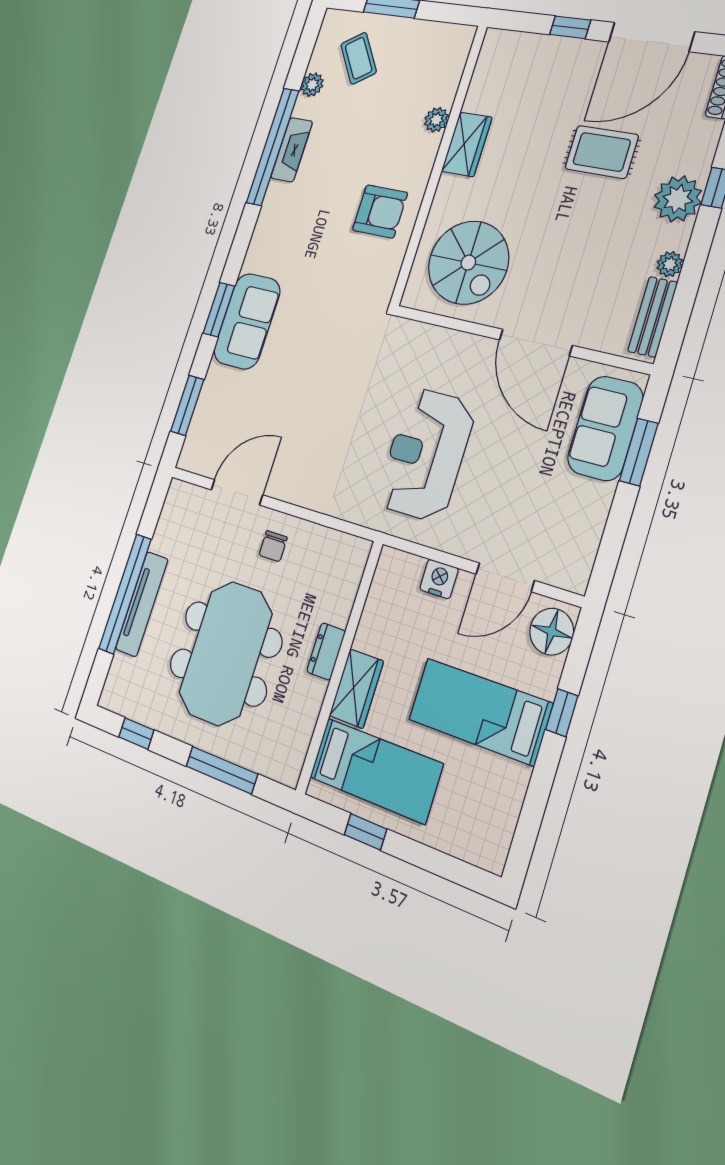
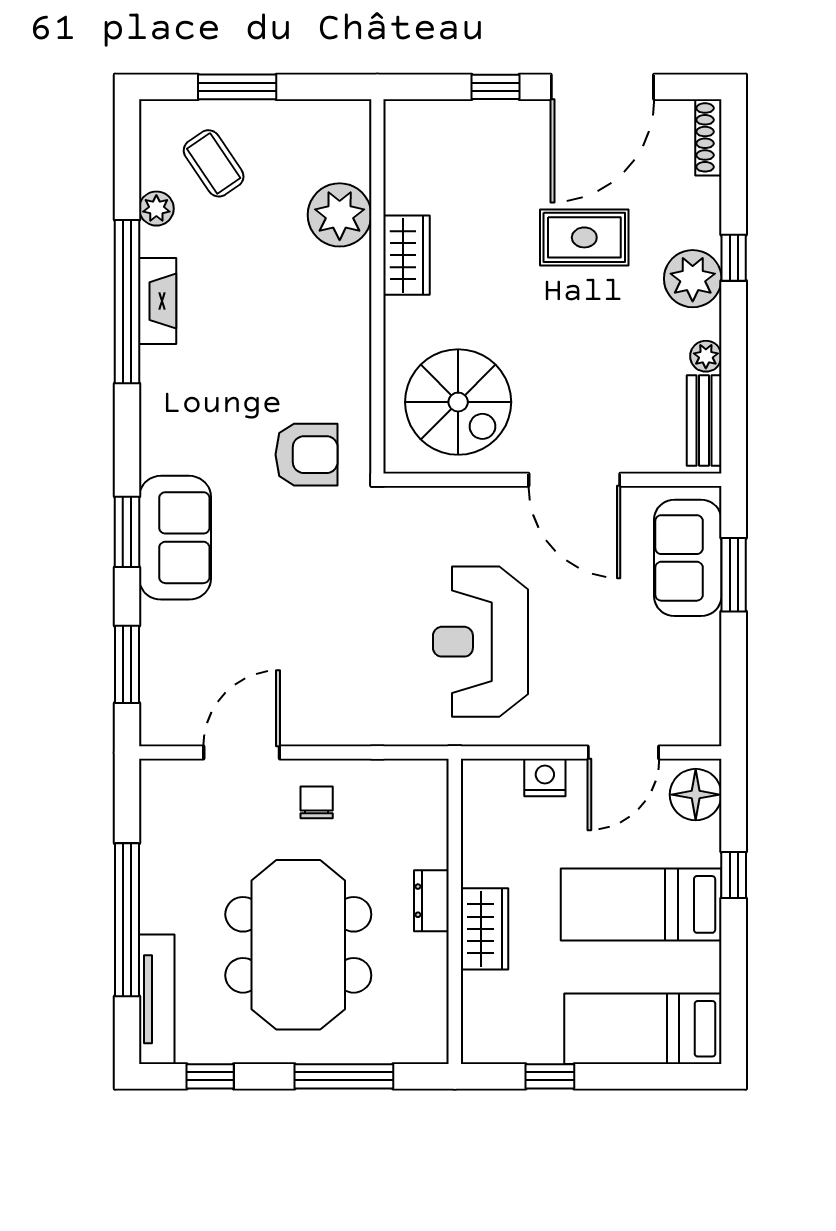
plant: (436, 120) -> (340, 215), width x1.87, depth x1.87
armchair: (380, 211) -> (307, 455), moved
chair: (273, 546) -> (317, 802), turned 180
tv unit: (142, 604) -> (157, 999), moved
bed: (376, 770) -> (643, 1029), moved, turned 180

